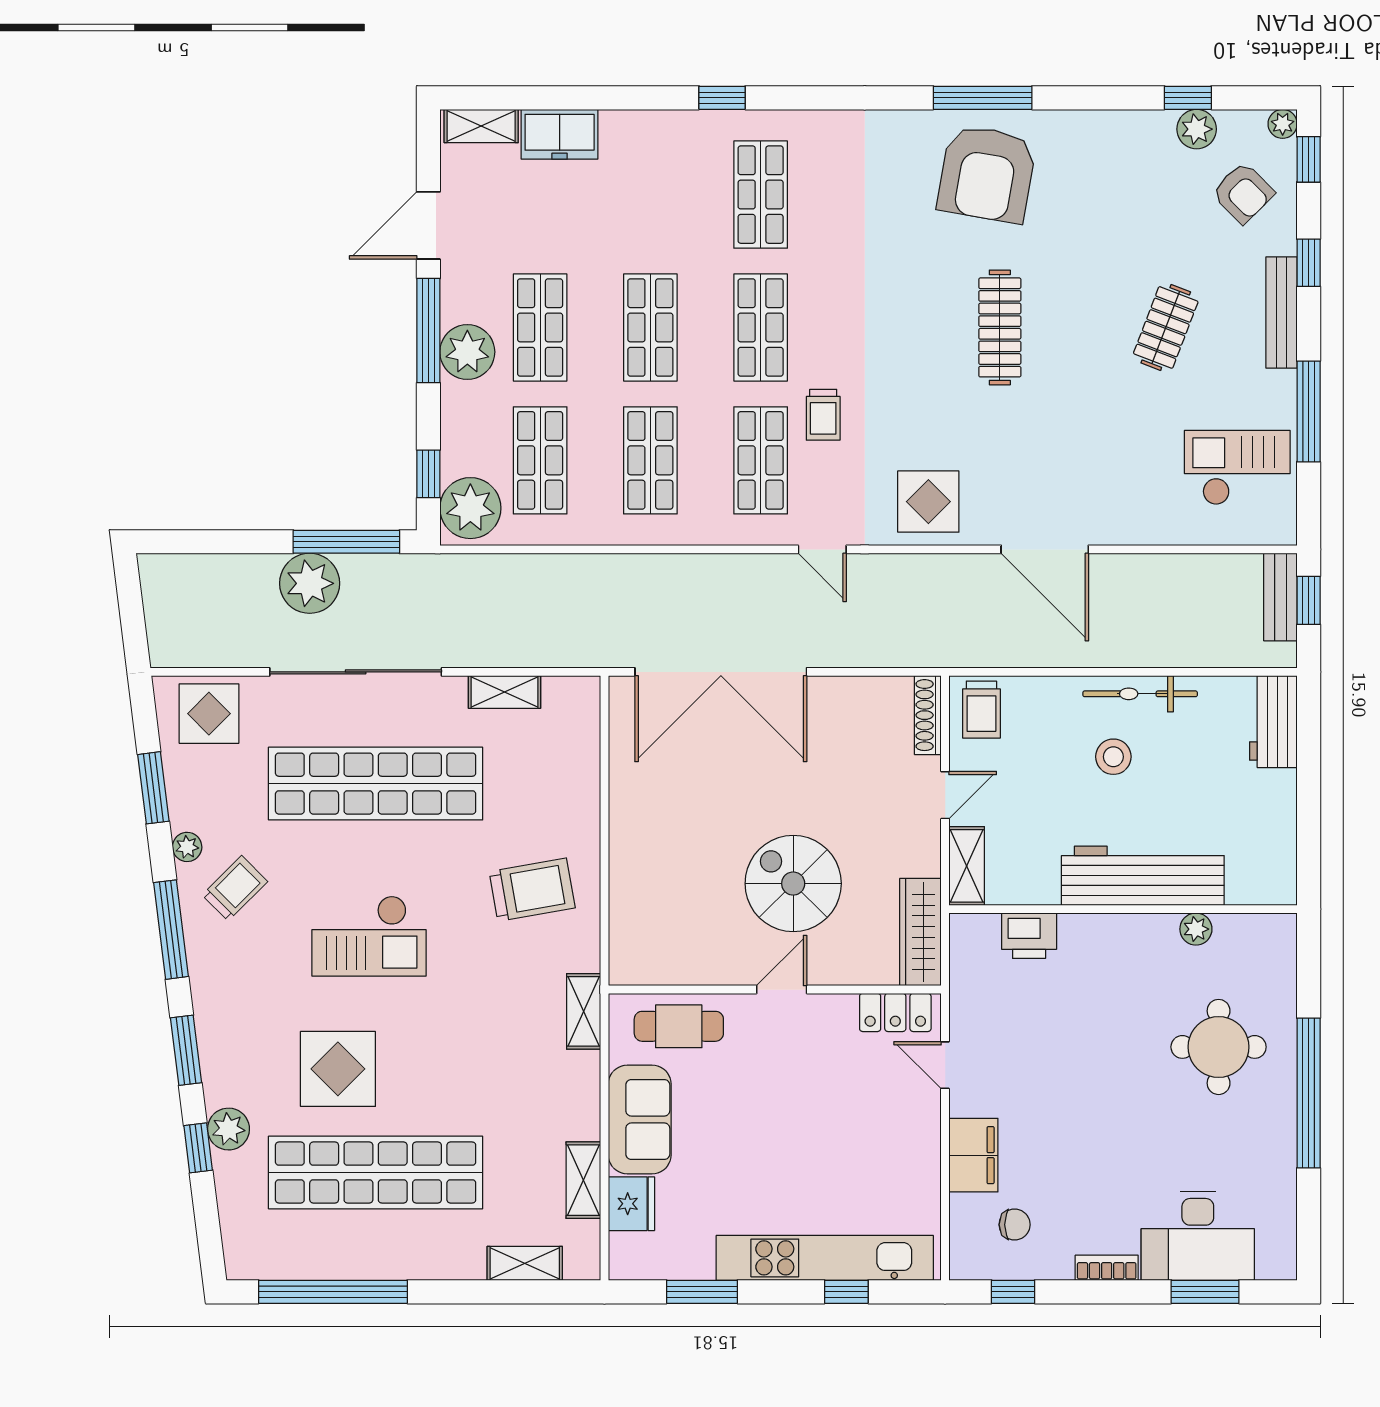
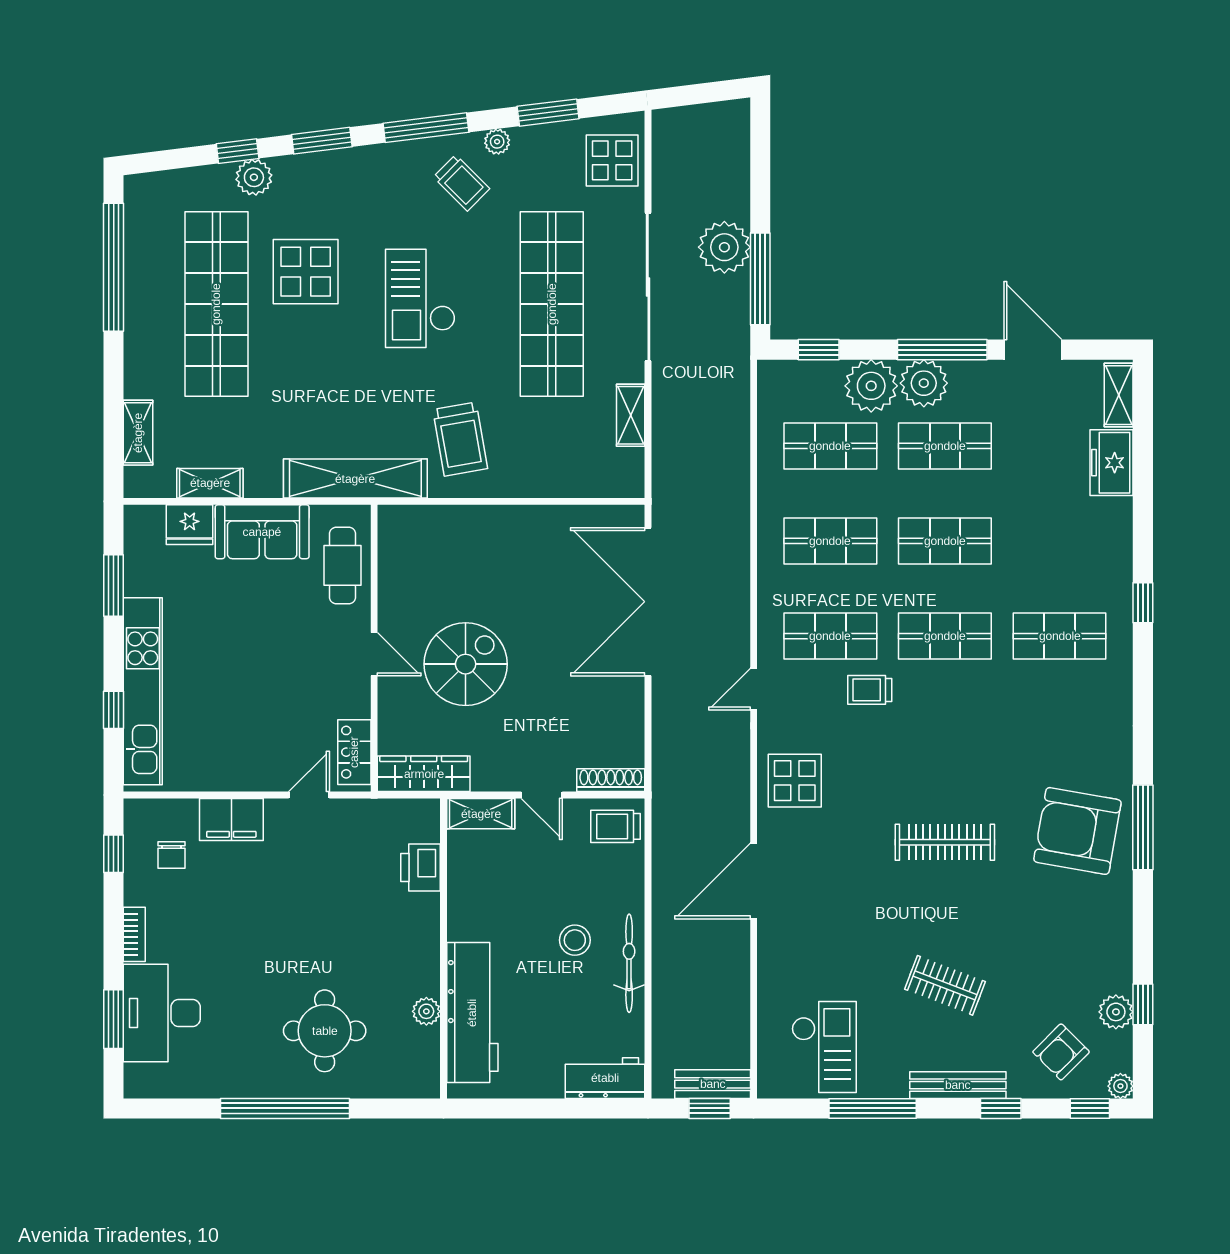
plant: (470, 508) -> (871, 386), moved
workbench: (1143, 876) -> (472, 1013), moved
shelving: (584, 1011) -> (355, 479), width x2.20, depth x1.33

